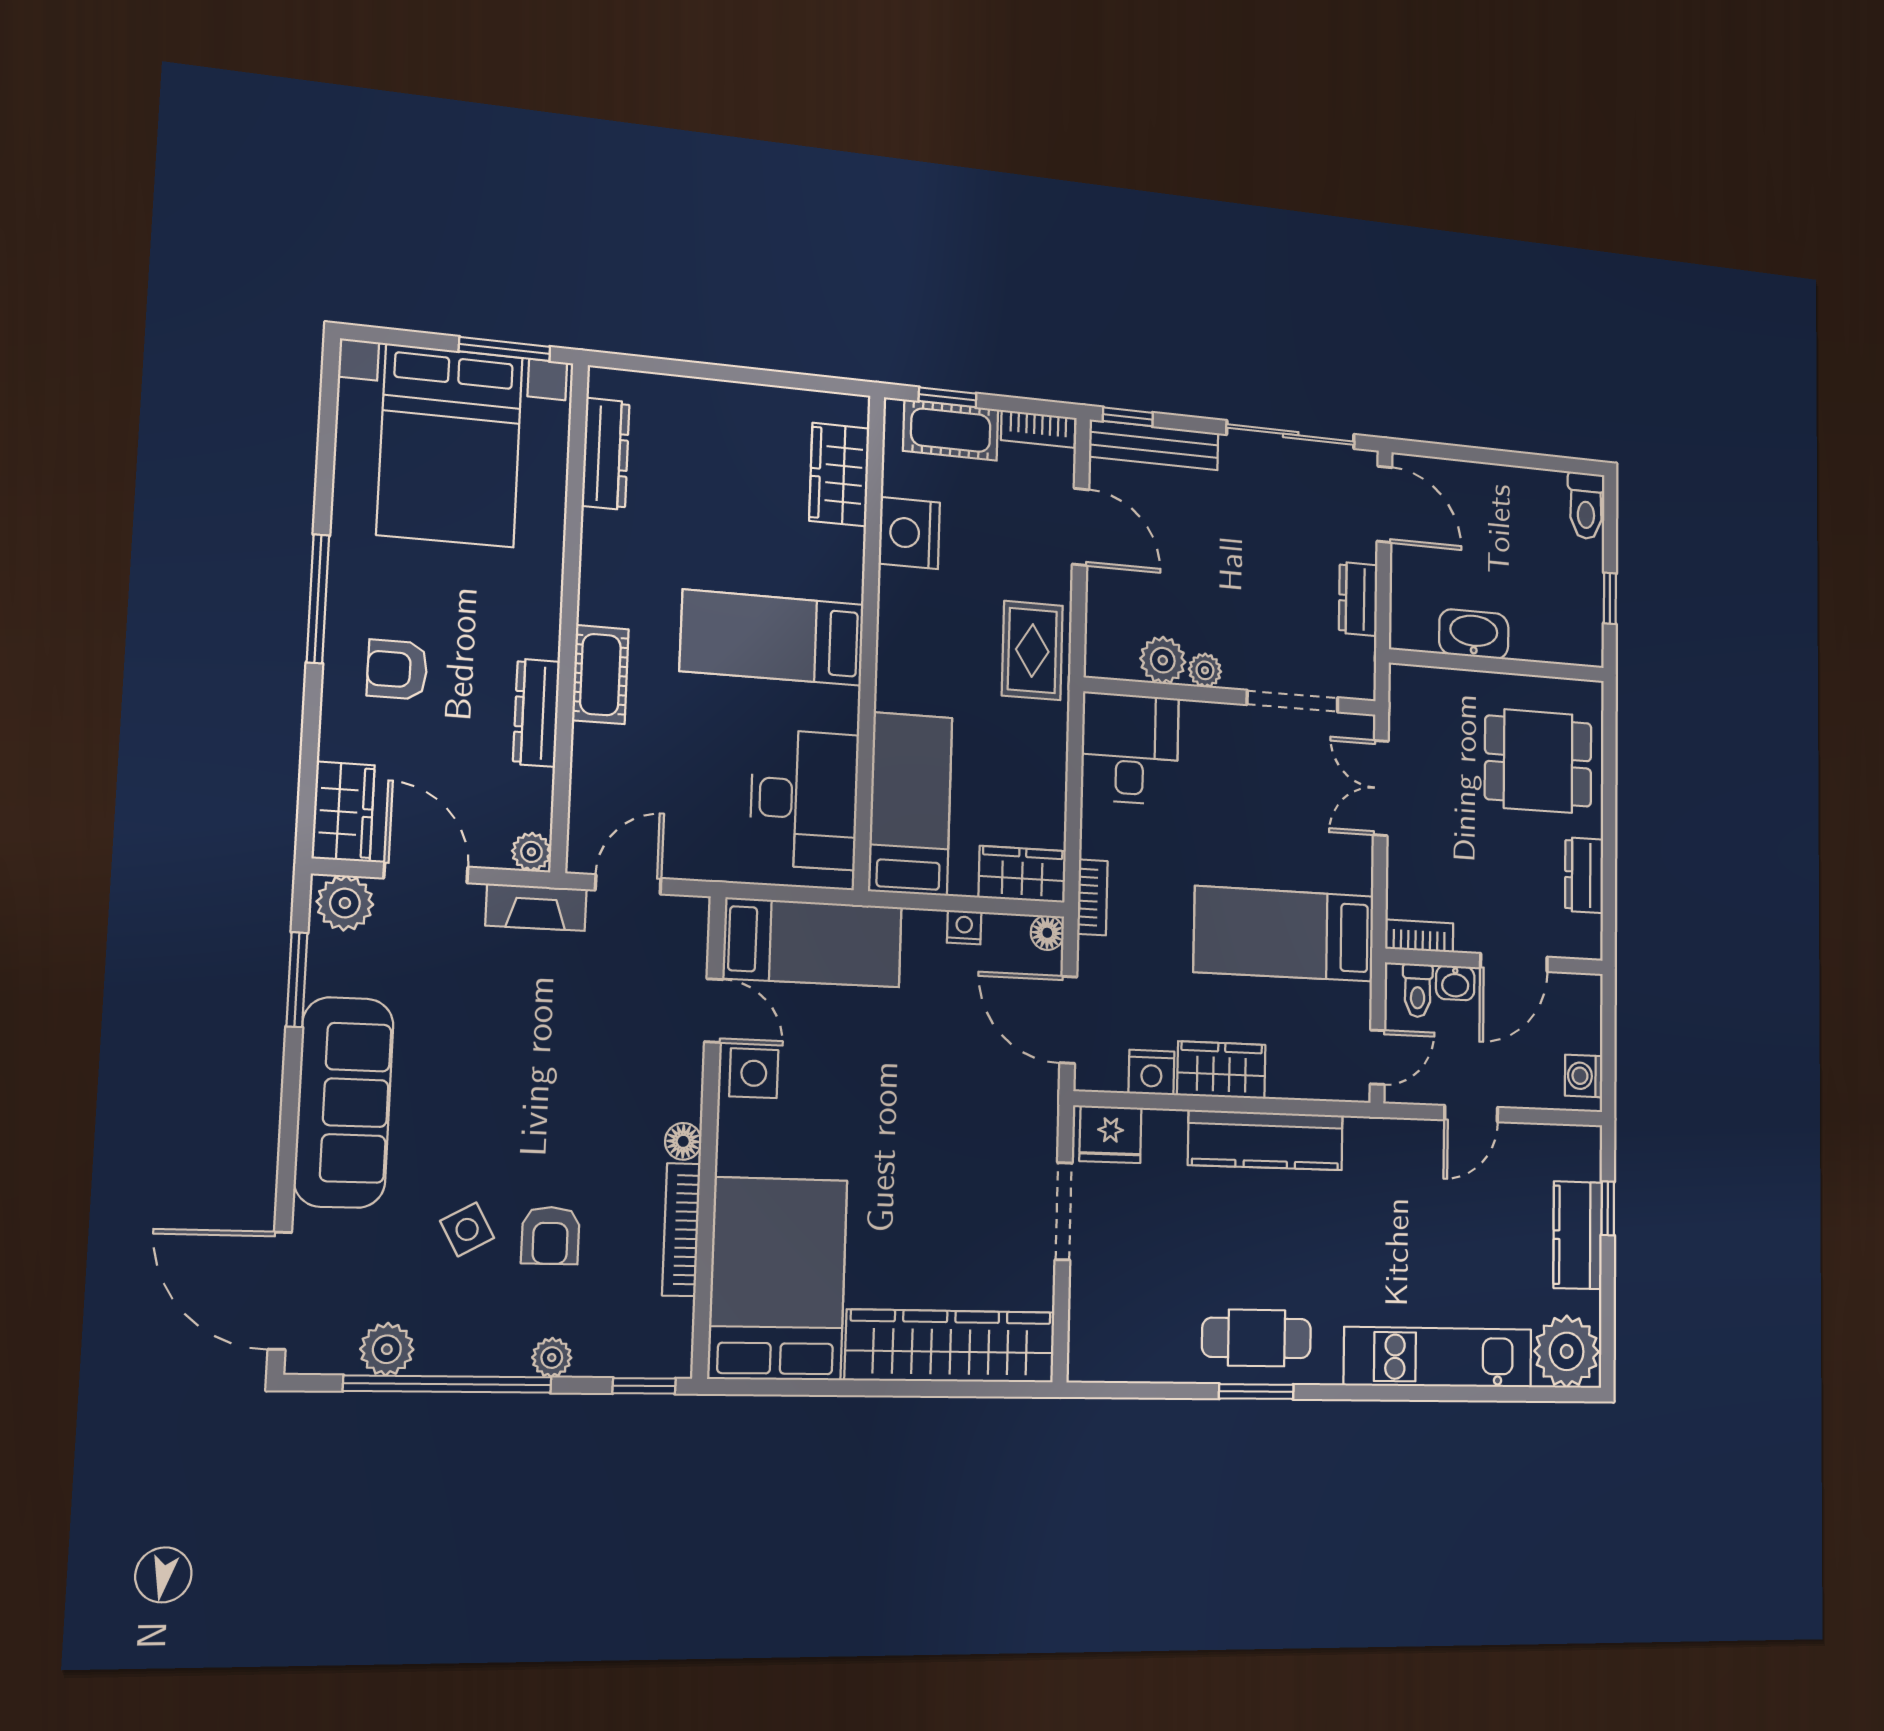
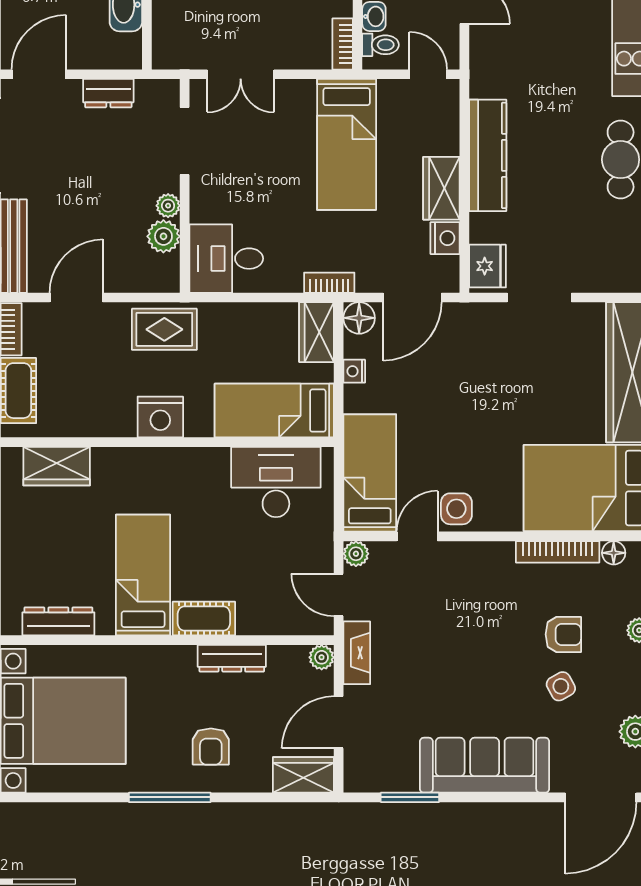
nightstand: (909, 533) -> (160, 417), moved
bed: (772, 638) -> (143, 575), moved, turned 180
plant: (345, 903) -> (356, 554), moved, width x0.73, depth x0.73
floor lamp: (1047, 933) -> (359, 318), width x1.37, depth x1.37
floor lamp: (683, 1141) -> (614, 553), moved

